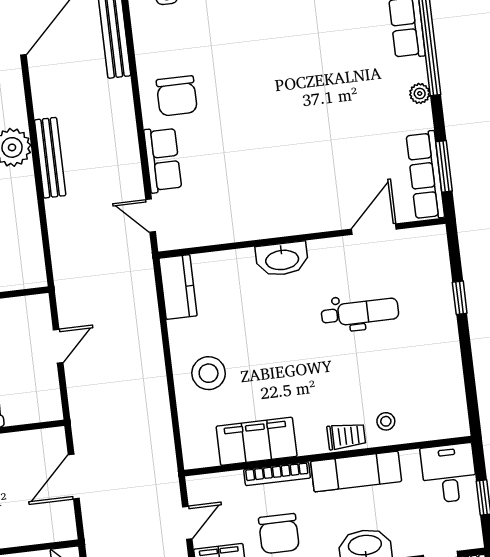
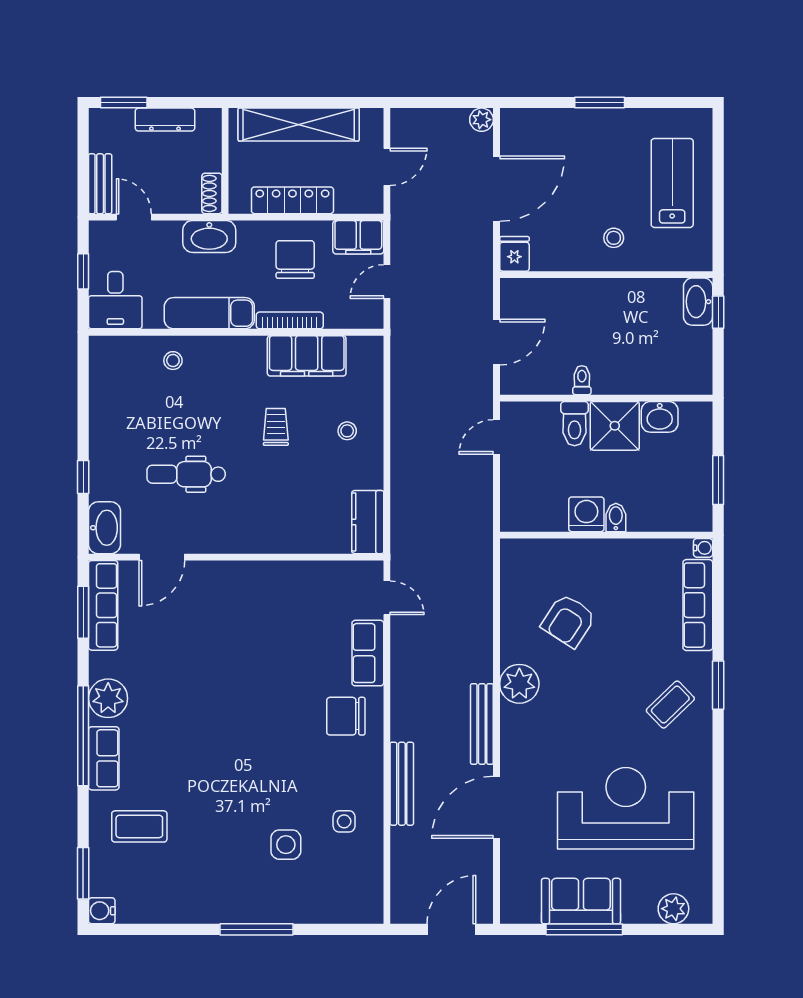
plant: (420, 93) -> (108, 698), width x1.88, depth x1.88
chair: (177, 96) -> (346, 716), turned -90
bench: (50, 158) -> (482, 724), moved
washbasin: (282, 259) -> (104, 528), moved, turned 90
door: (58, 346) -> (497, 437), moved
stool: (209, 373) -> (347, 431), width x0.53, depth x0.53
trolley: (346, 436) -> (276, 427), moved, turned 90

